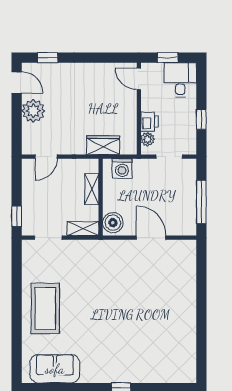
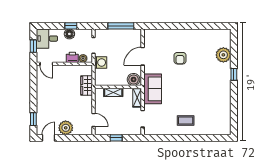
door: (139, 79) -> (46, 64), hinge flipped
floor lamp: (188, 117) -> (69, 34), added
washing machine: (122, 168) -> (101, 62), moved
window: (17, 216) -> (116, 138), moved
armchair: (148, 299) -> (180, 58), added
coffee table: (45, 308) -> (186, 120), width x0.54, depth x0.58
sofa: (55, 369) -> (153, 89), moved, turned 180
plant: (153, 371) -> (223, 55), added

